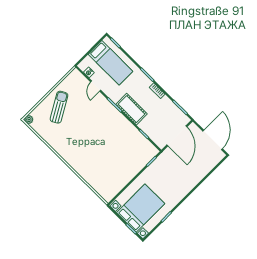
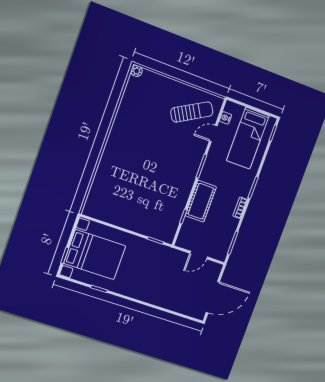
sun lounger: (59, 107) -> (192, 112), moved
cot: (132, 109) -> (201, 201), moved
door: (177, 136) -> (199, 255), width x0.53

